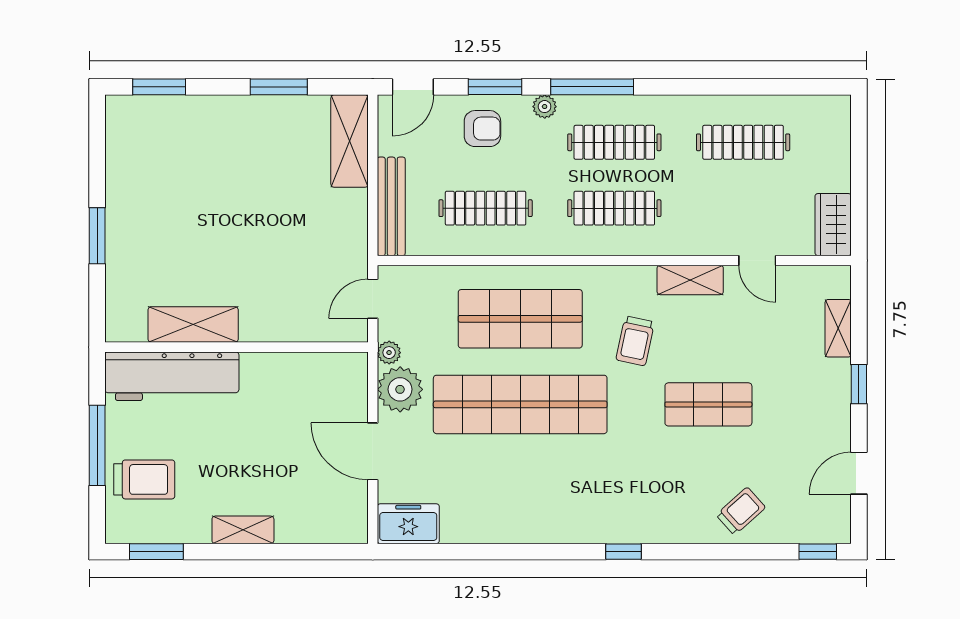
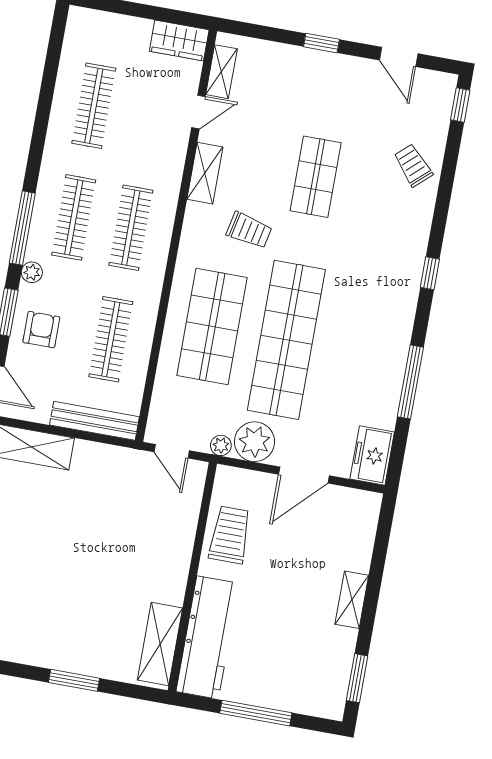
shelving: (193, 324) -> (160, 644), moved
shelving: (838, 328) -> (221, 72), moved, turned 90
trolley: (144, 479) -> (230, 535), moved
window: (498, 552) -> (410, 382), added

